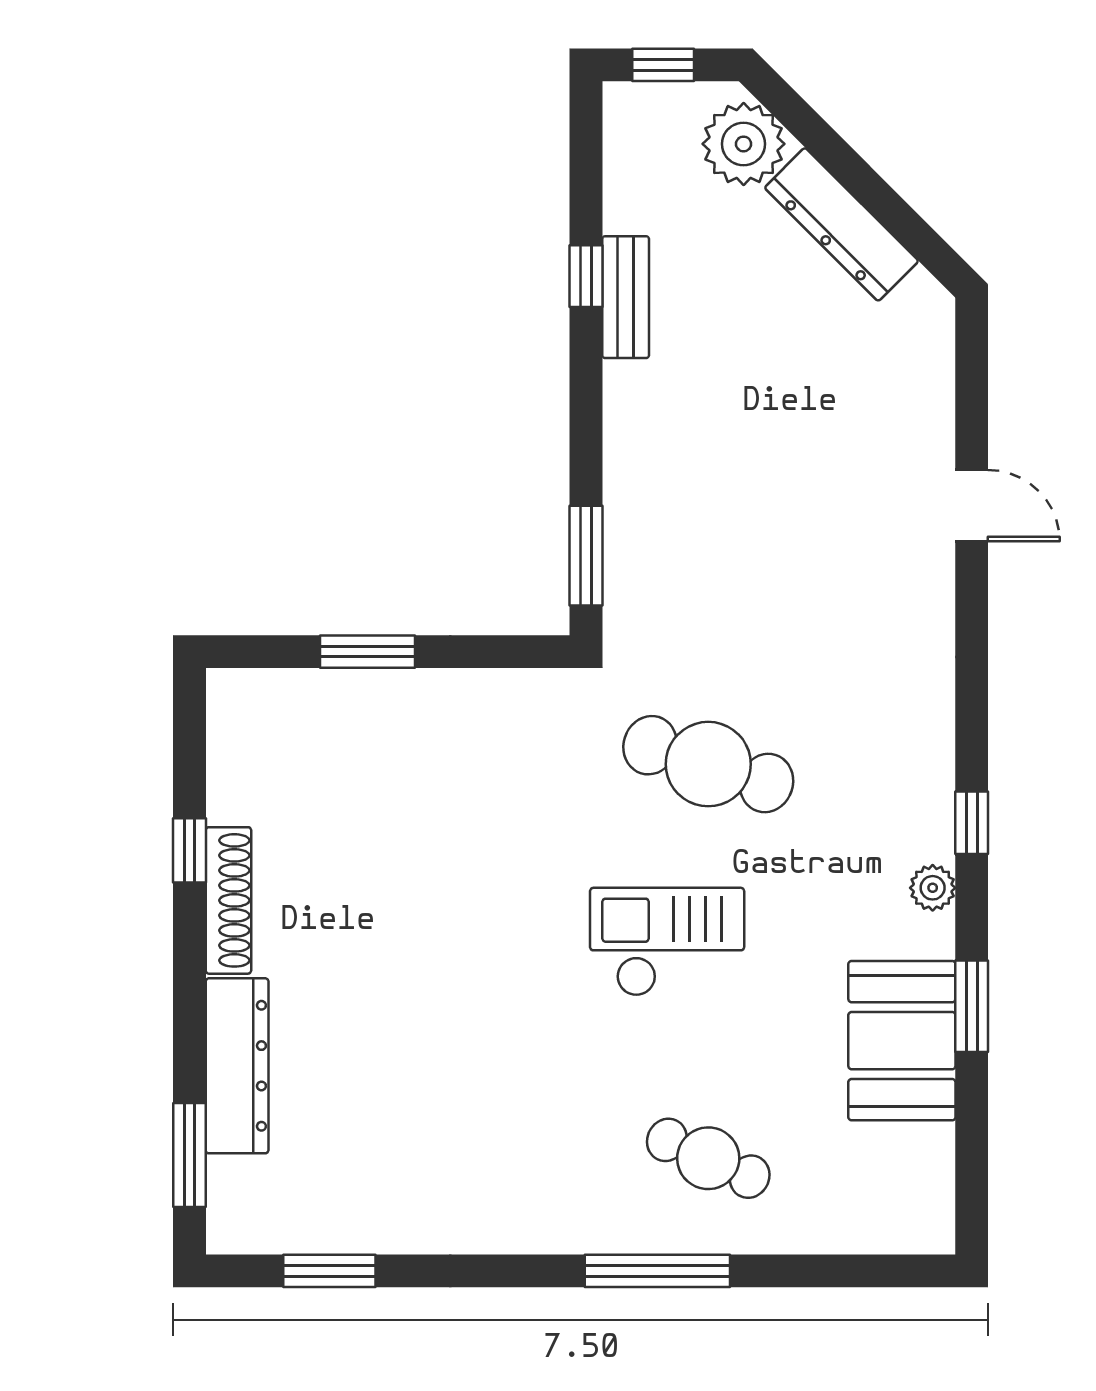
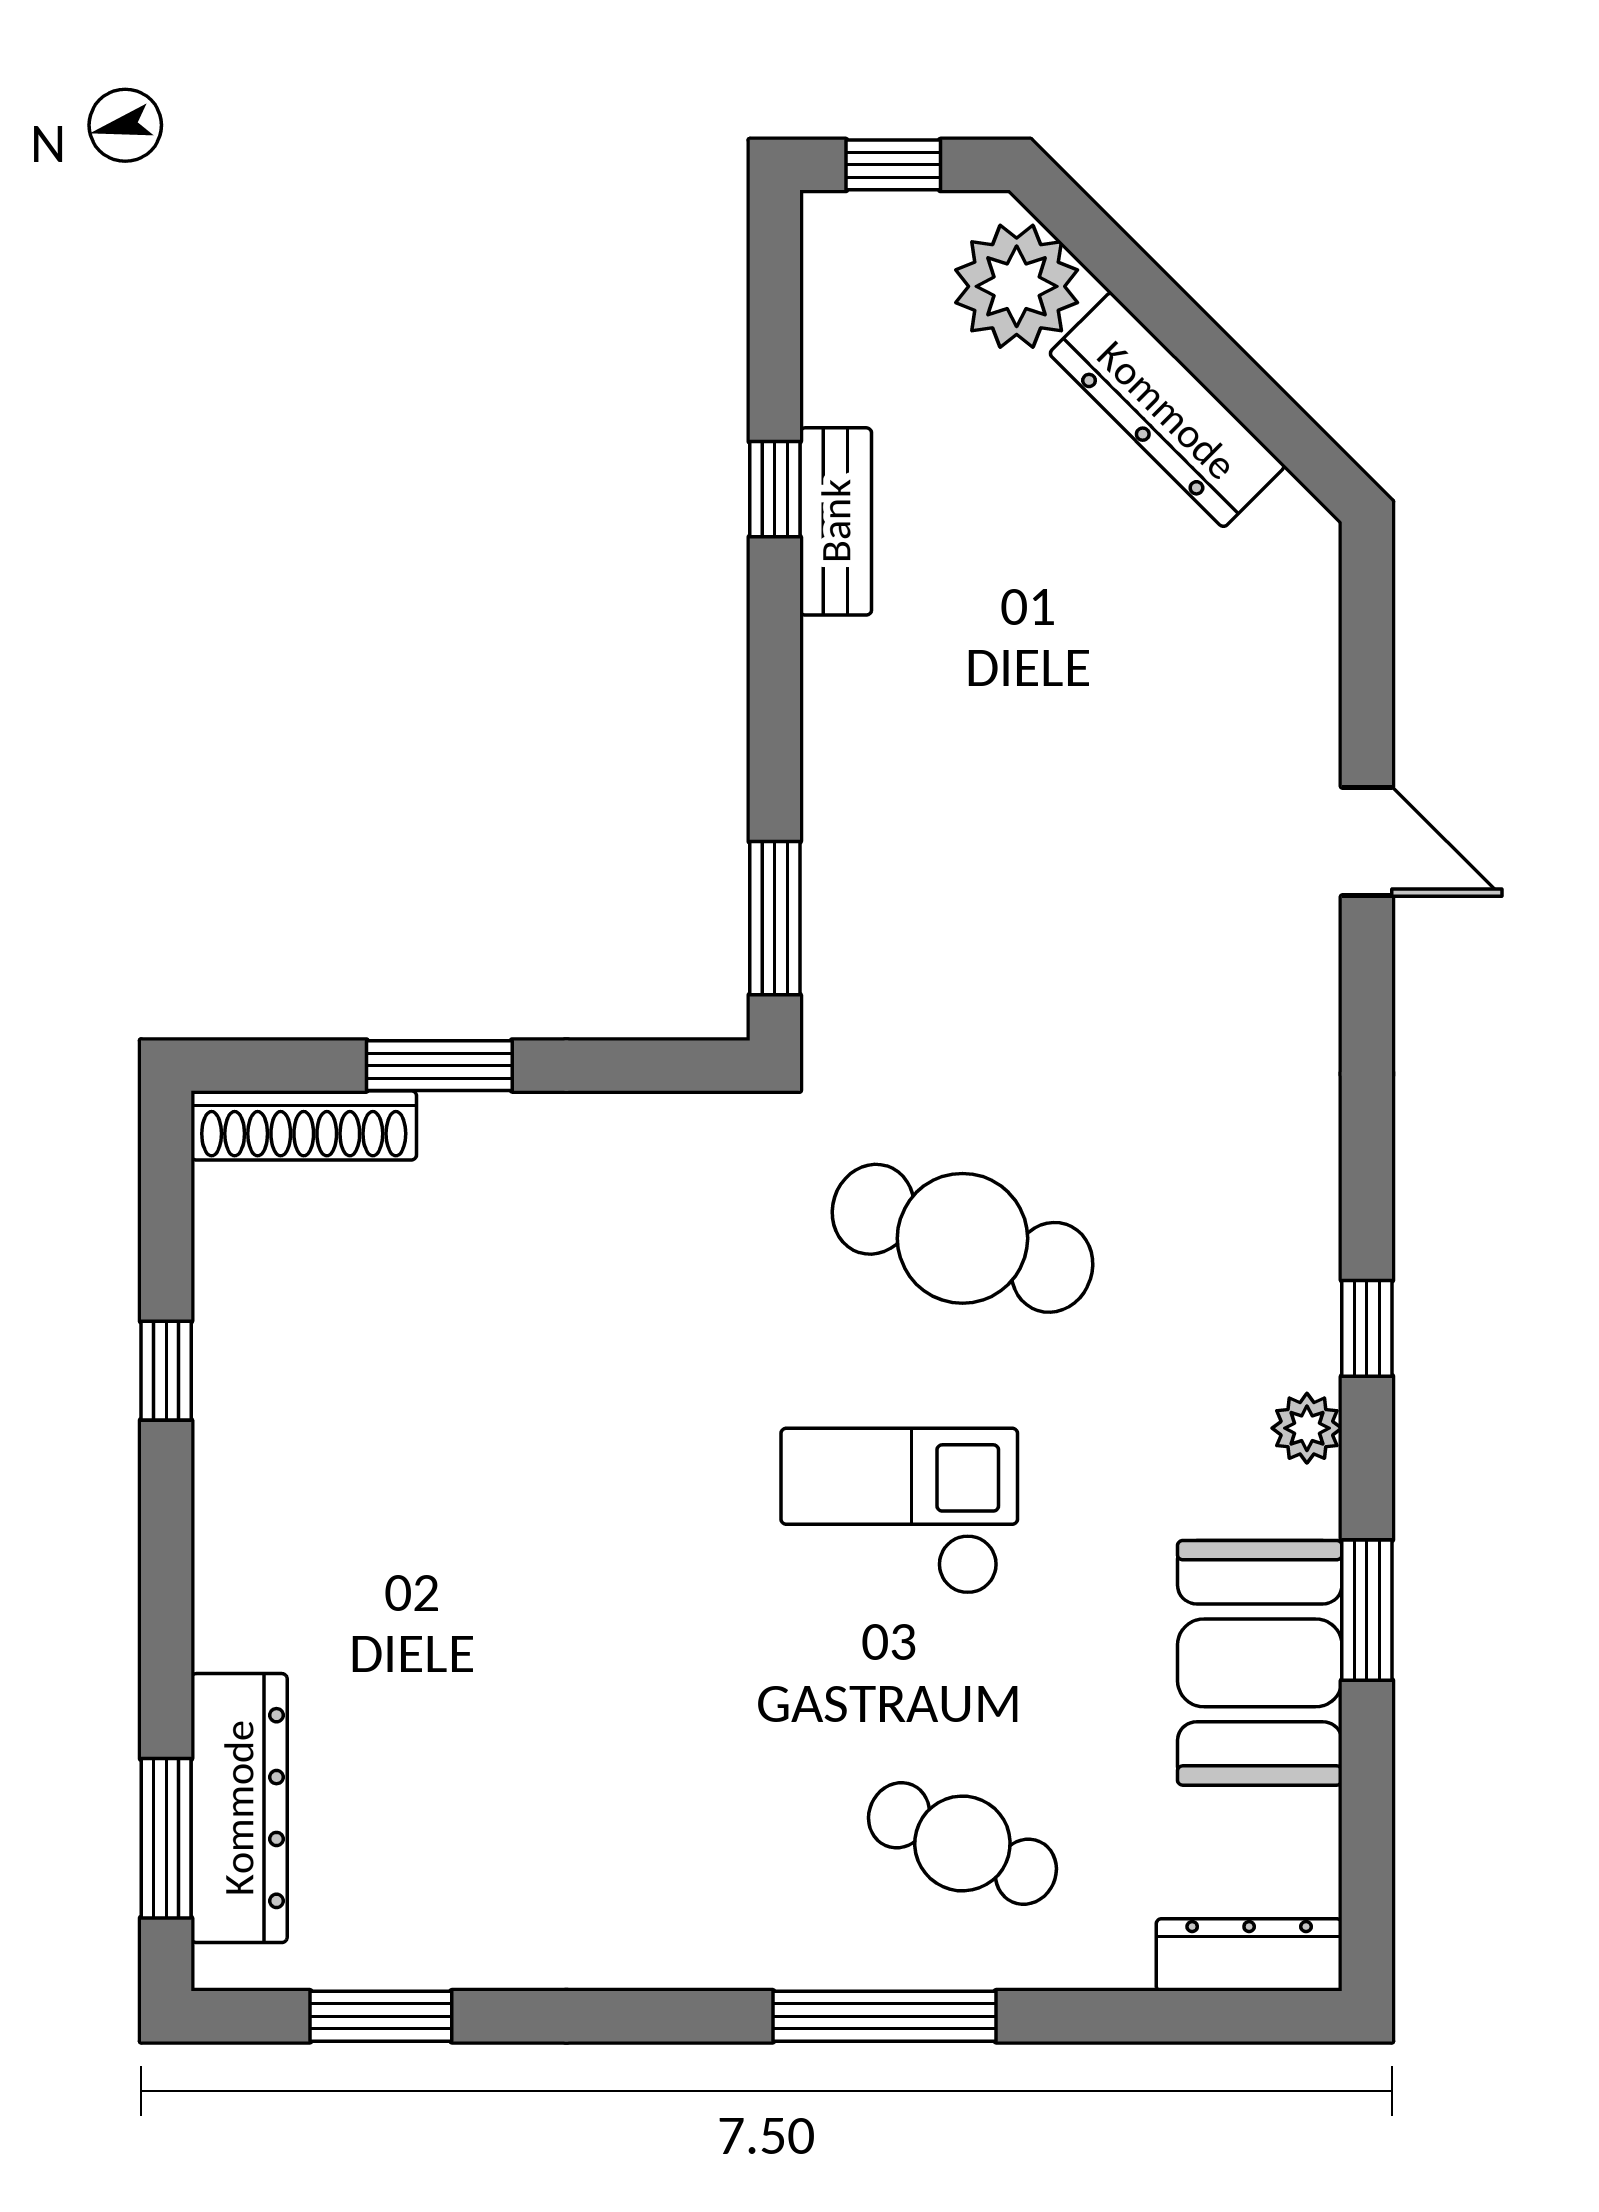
shoe rack: (228, 900) -> (304, 1125), moved, turned 90
dresser: (237, 1066) -> (239, 1808), moved
dresser: (895, 1231) -> (1249, 1955), added

